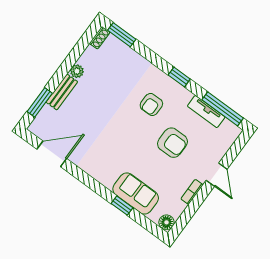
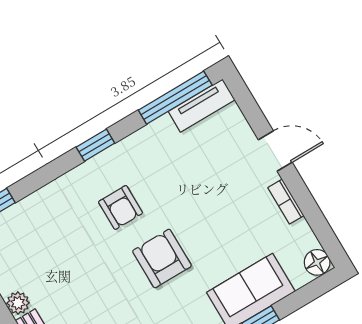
tv unit: (206, 112) -> (202, 106), moved
armchair: (172, 143) -> (162, 258), moved, turned -90

